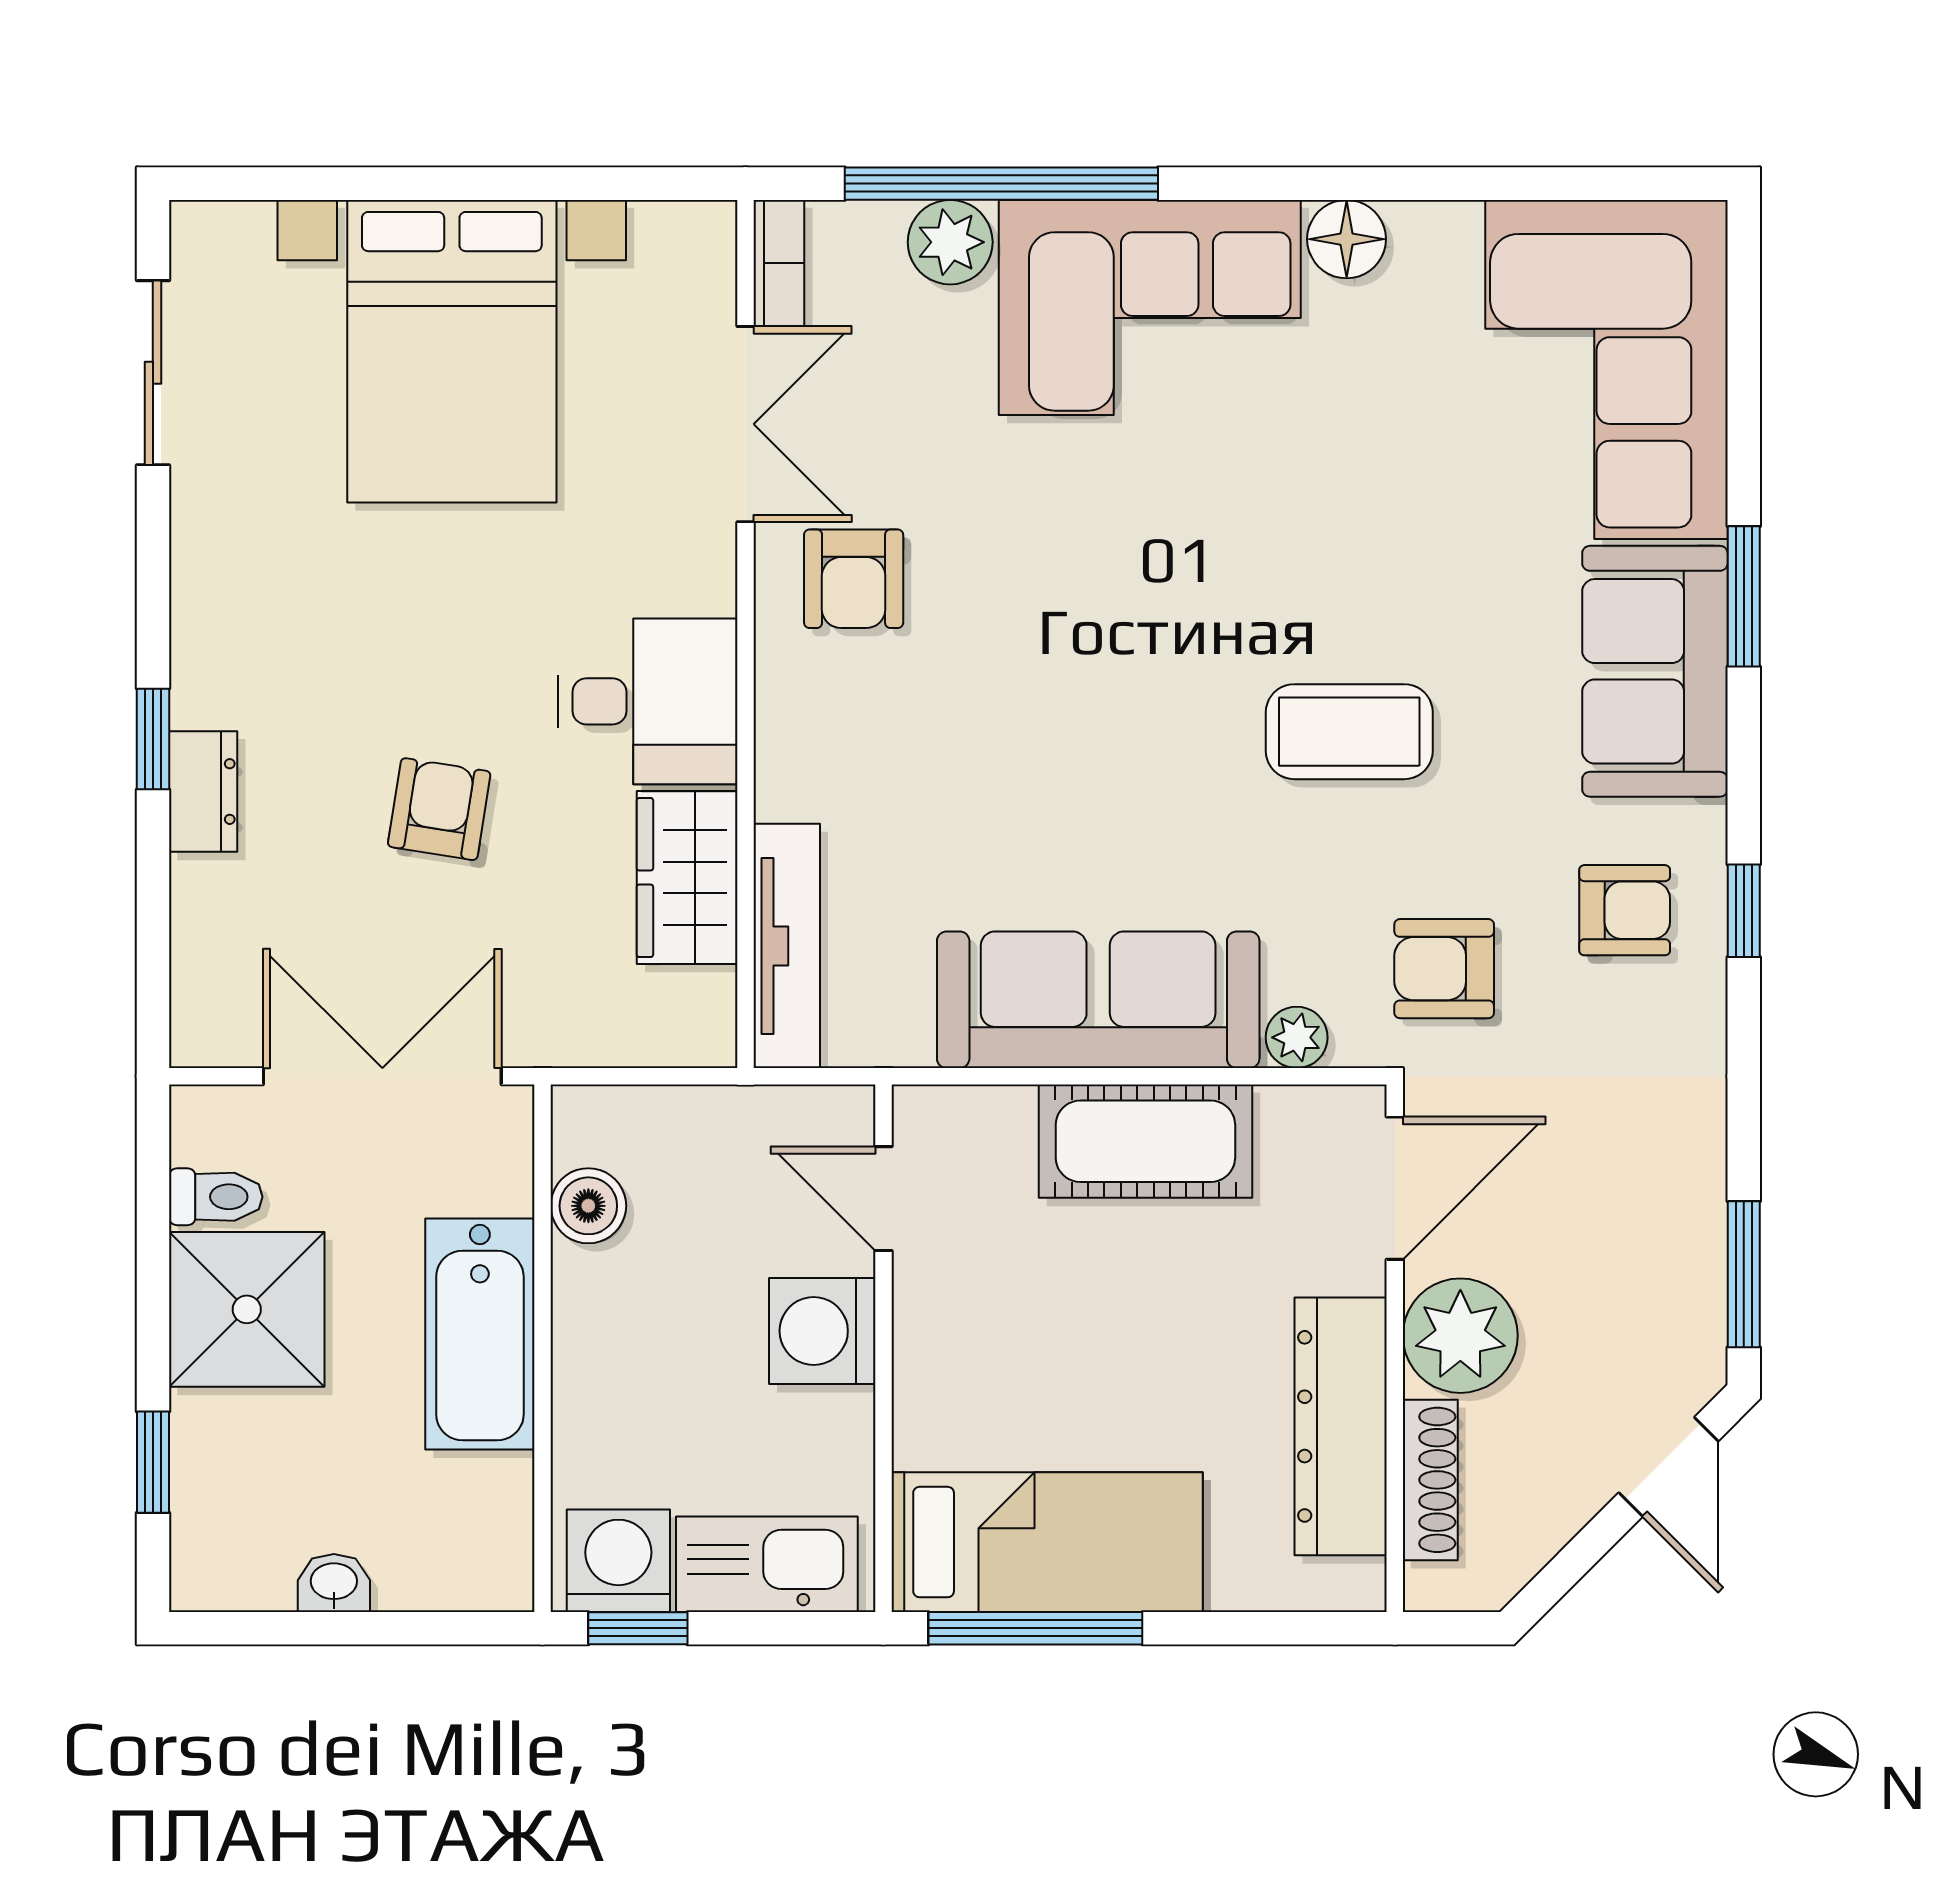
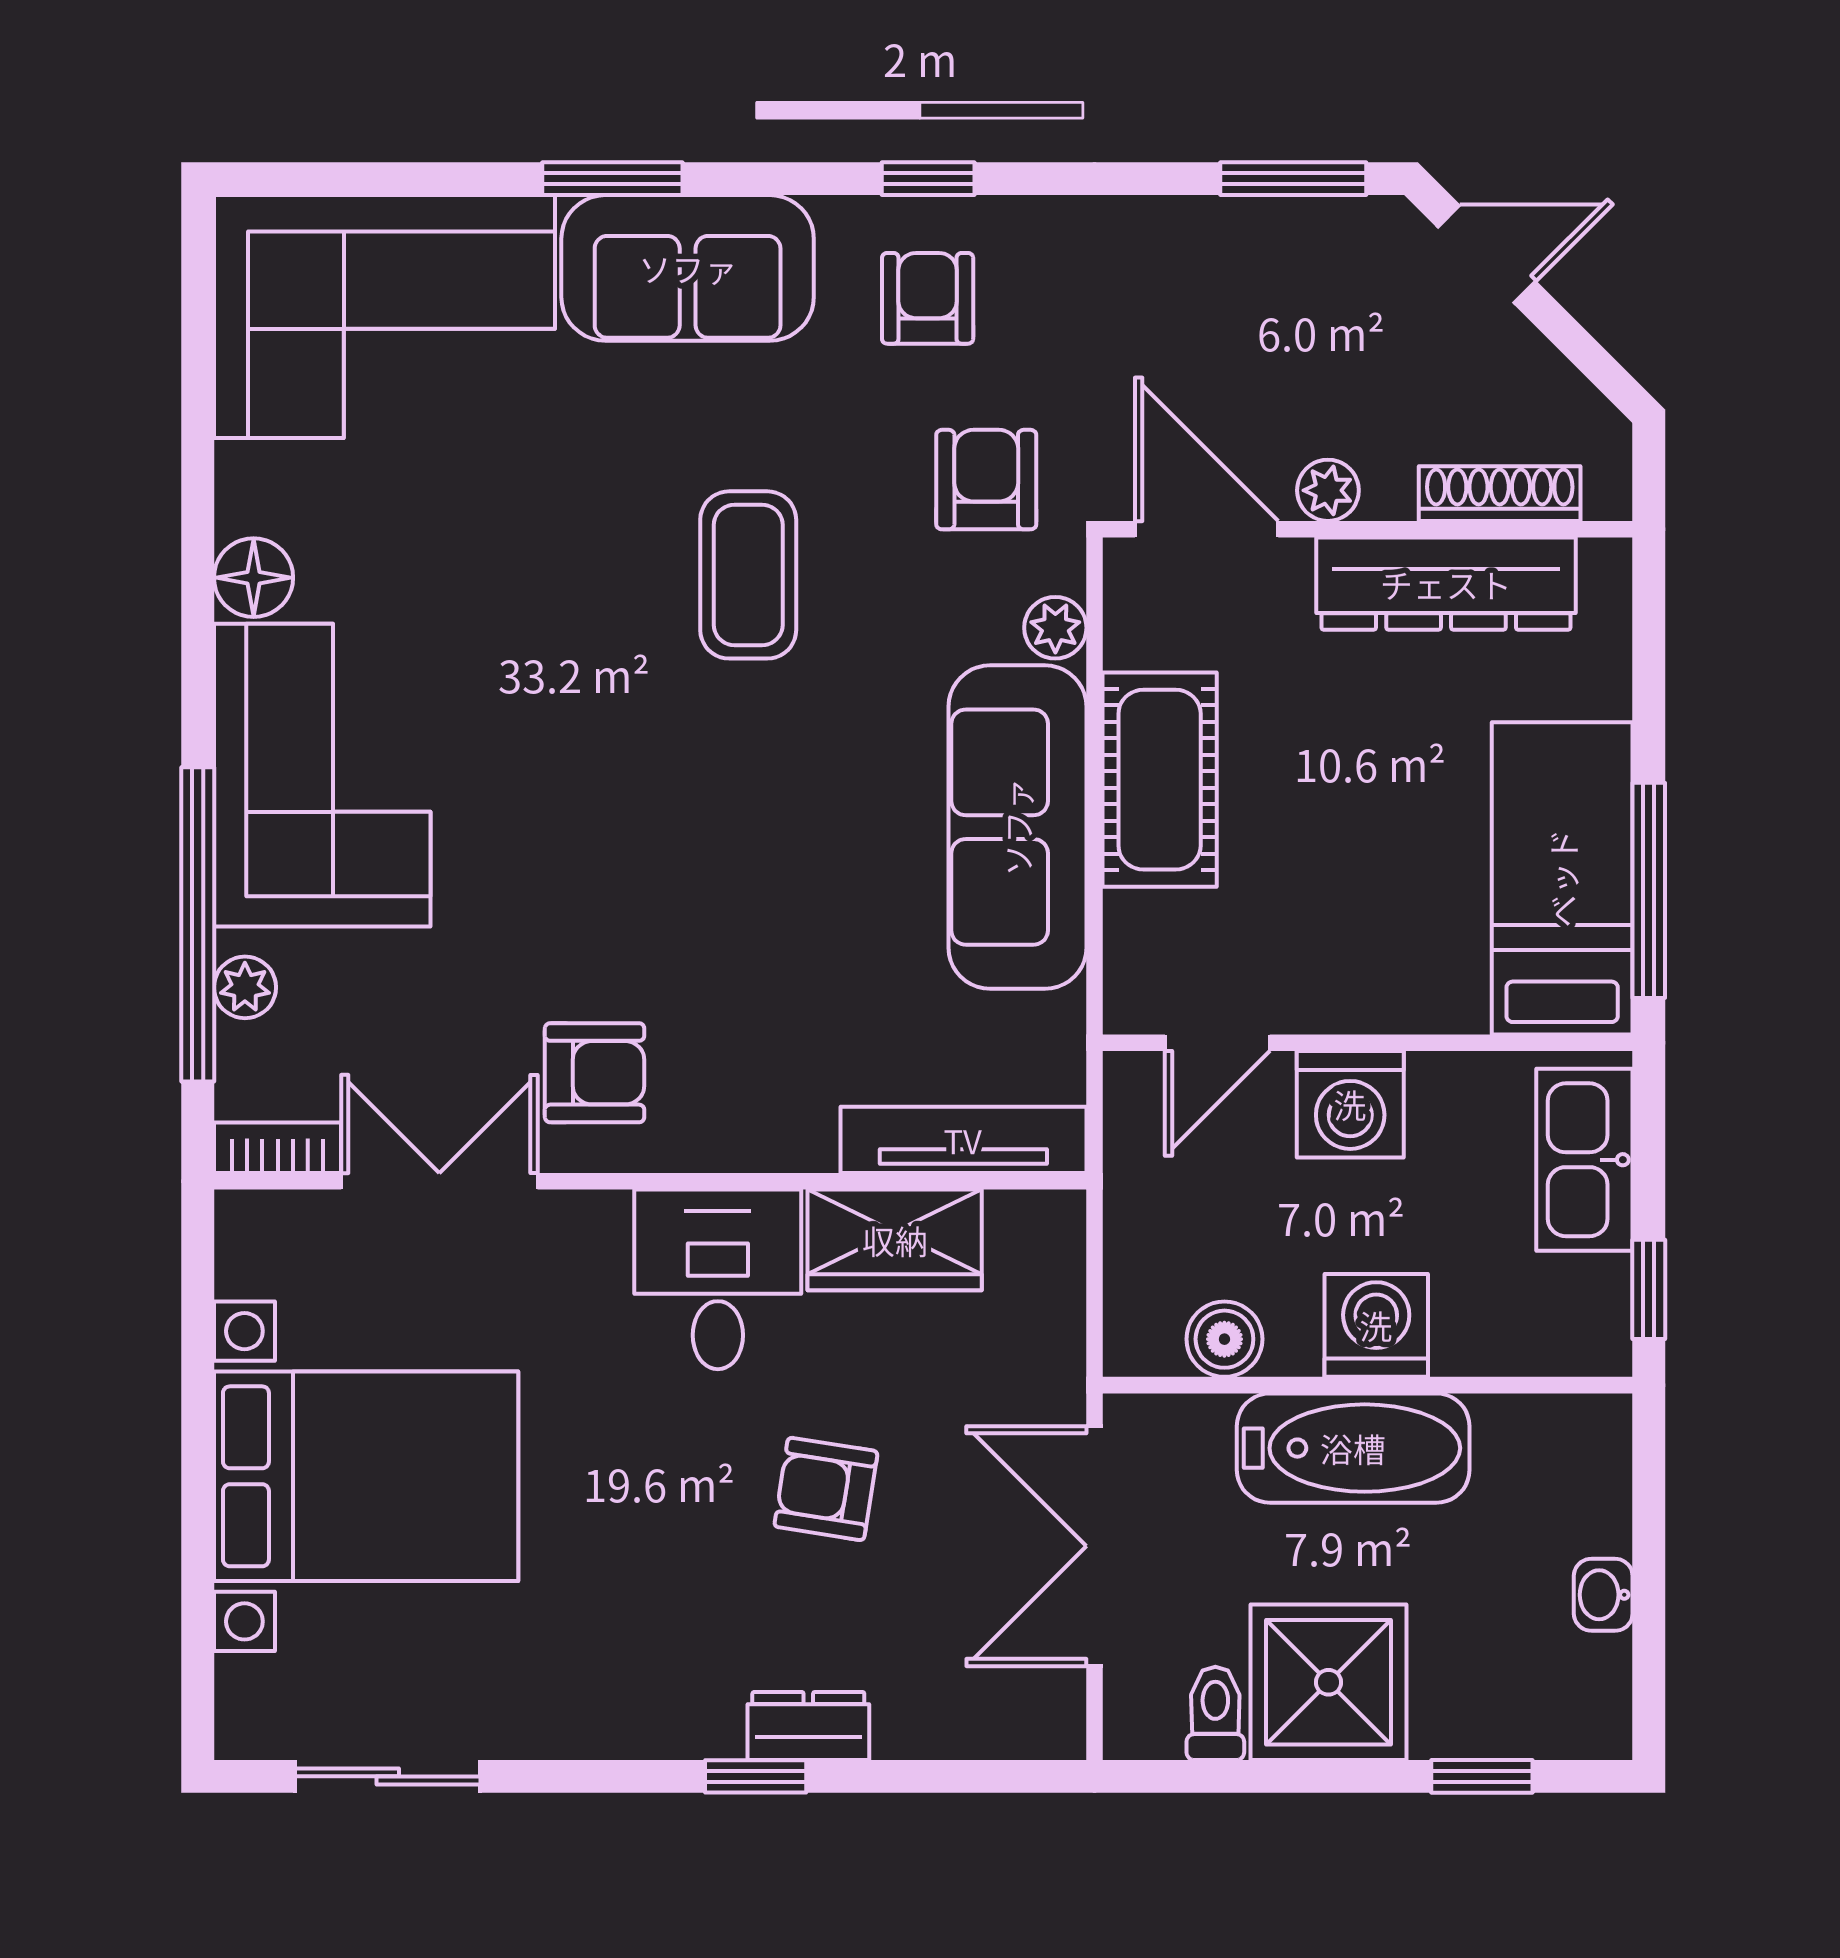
plant: (950, 242) -> (245, 987), width x0.73, depth x0.73
armchair: (1444, 969) -> (986, 480), turned 180
plant: (1460, 1336) -> (1328, 490), width x0.53, depth x0.53
washing machine: (618, 1561) -> (1376, 1325), moved, turned 90

